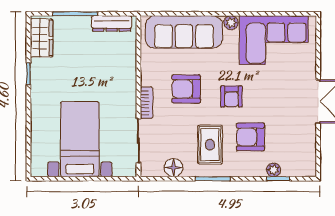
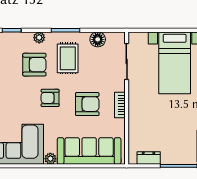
dresser: (112, 23) -> (149, 158), width x0.70
armchair: (231, 96) -> (50, 98), turned -90
bookcase: (147, 103) -> (120, 105), moved
plant: (274, 170) -> (39, 38), moved

